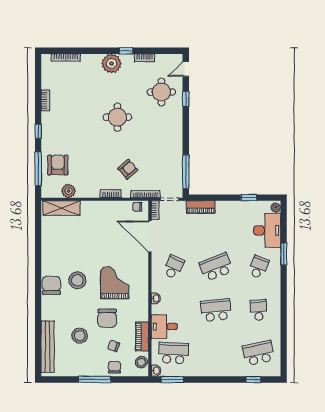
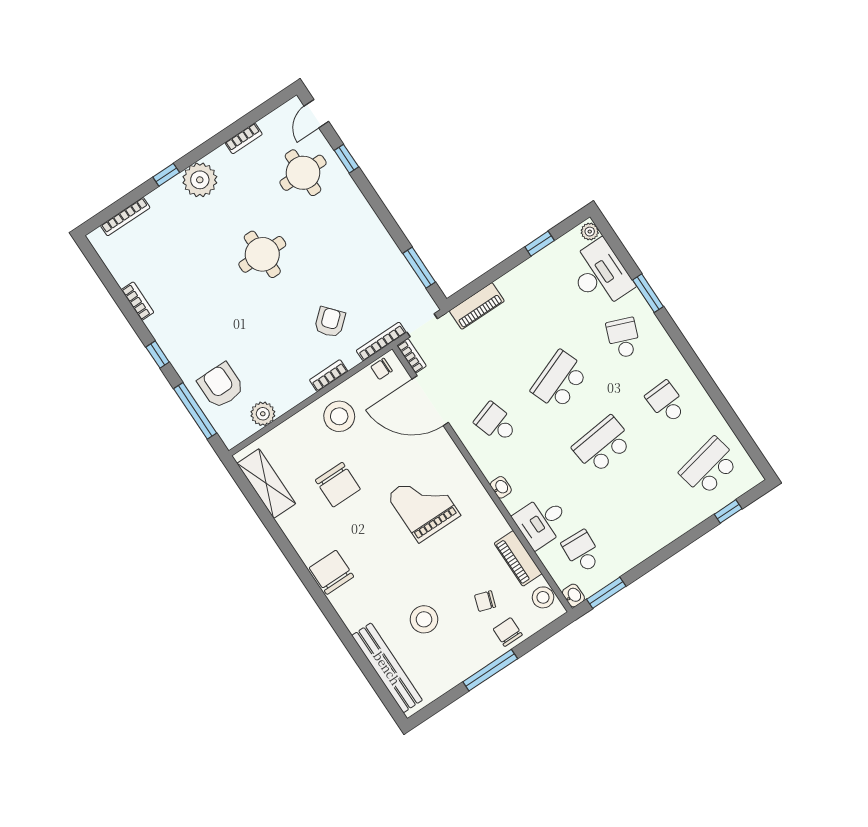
window: (126, 51) -> (166, 175), moved
window: (186, 172) -> (419, 268), width x0.69
shelving: (62, 208) -> (266, 484), moved, turned 90
school desk: (173, 267) -> (496, 423), turned -42
stool: (77, 280) -> (339, 416), moved
chair: (107, 318) -> (338, 485), moved
school desk: (173, 353) -> (582, 552), width x0.54

